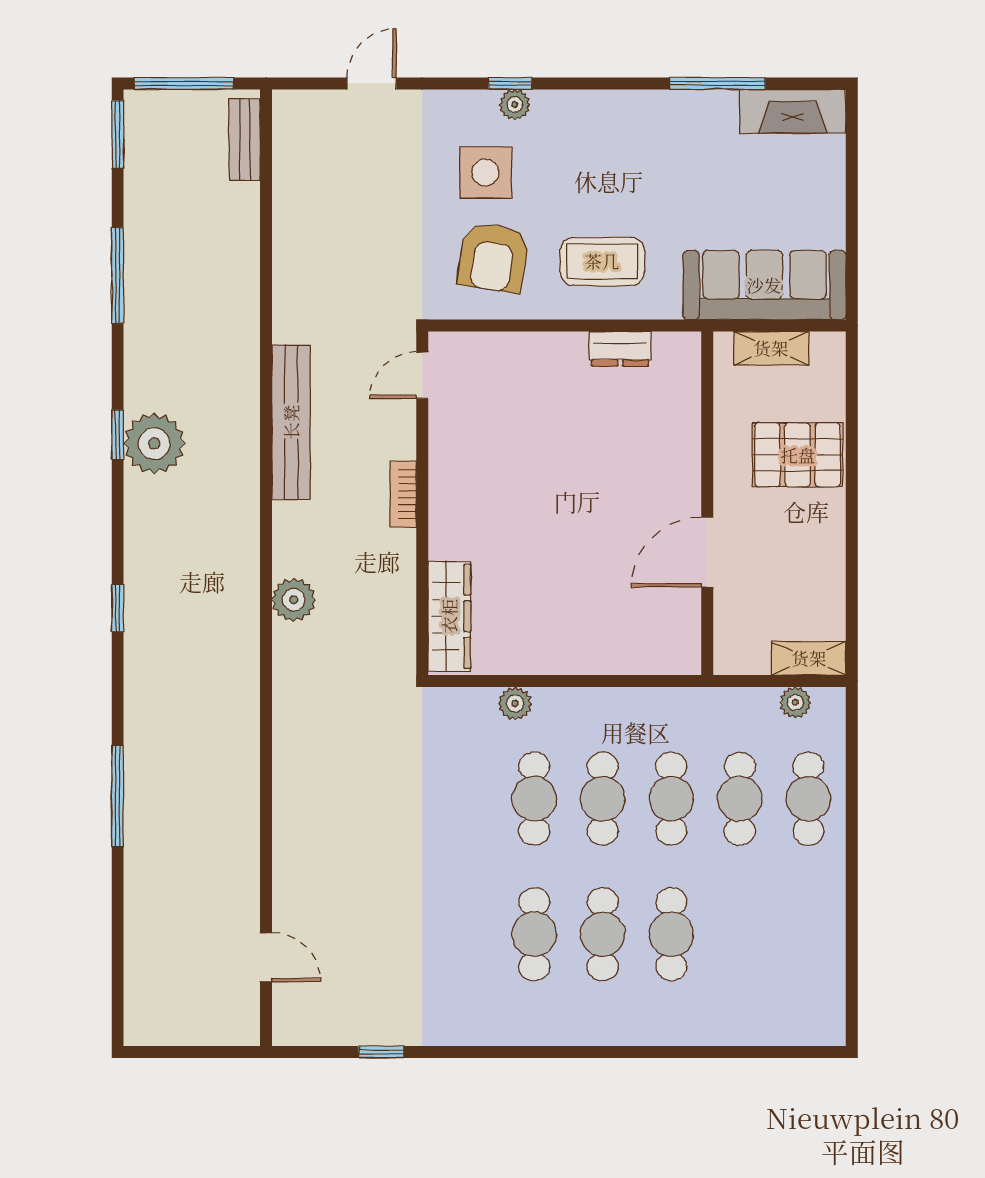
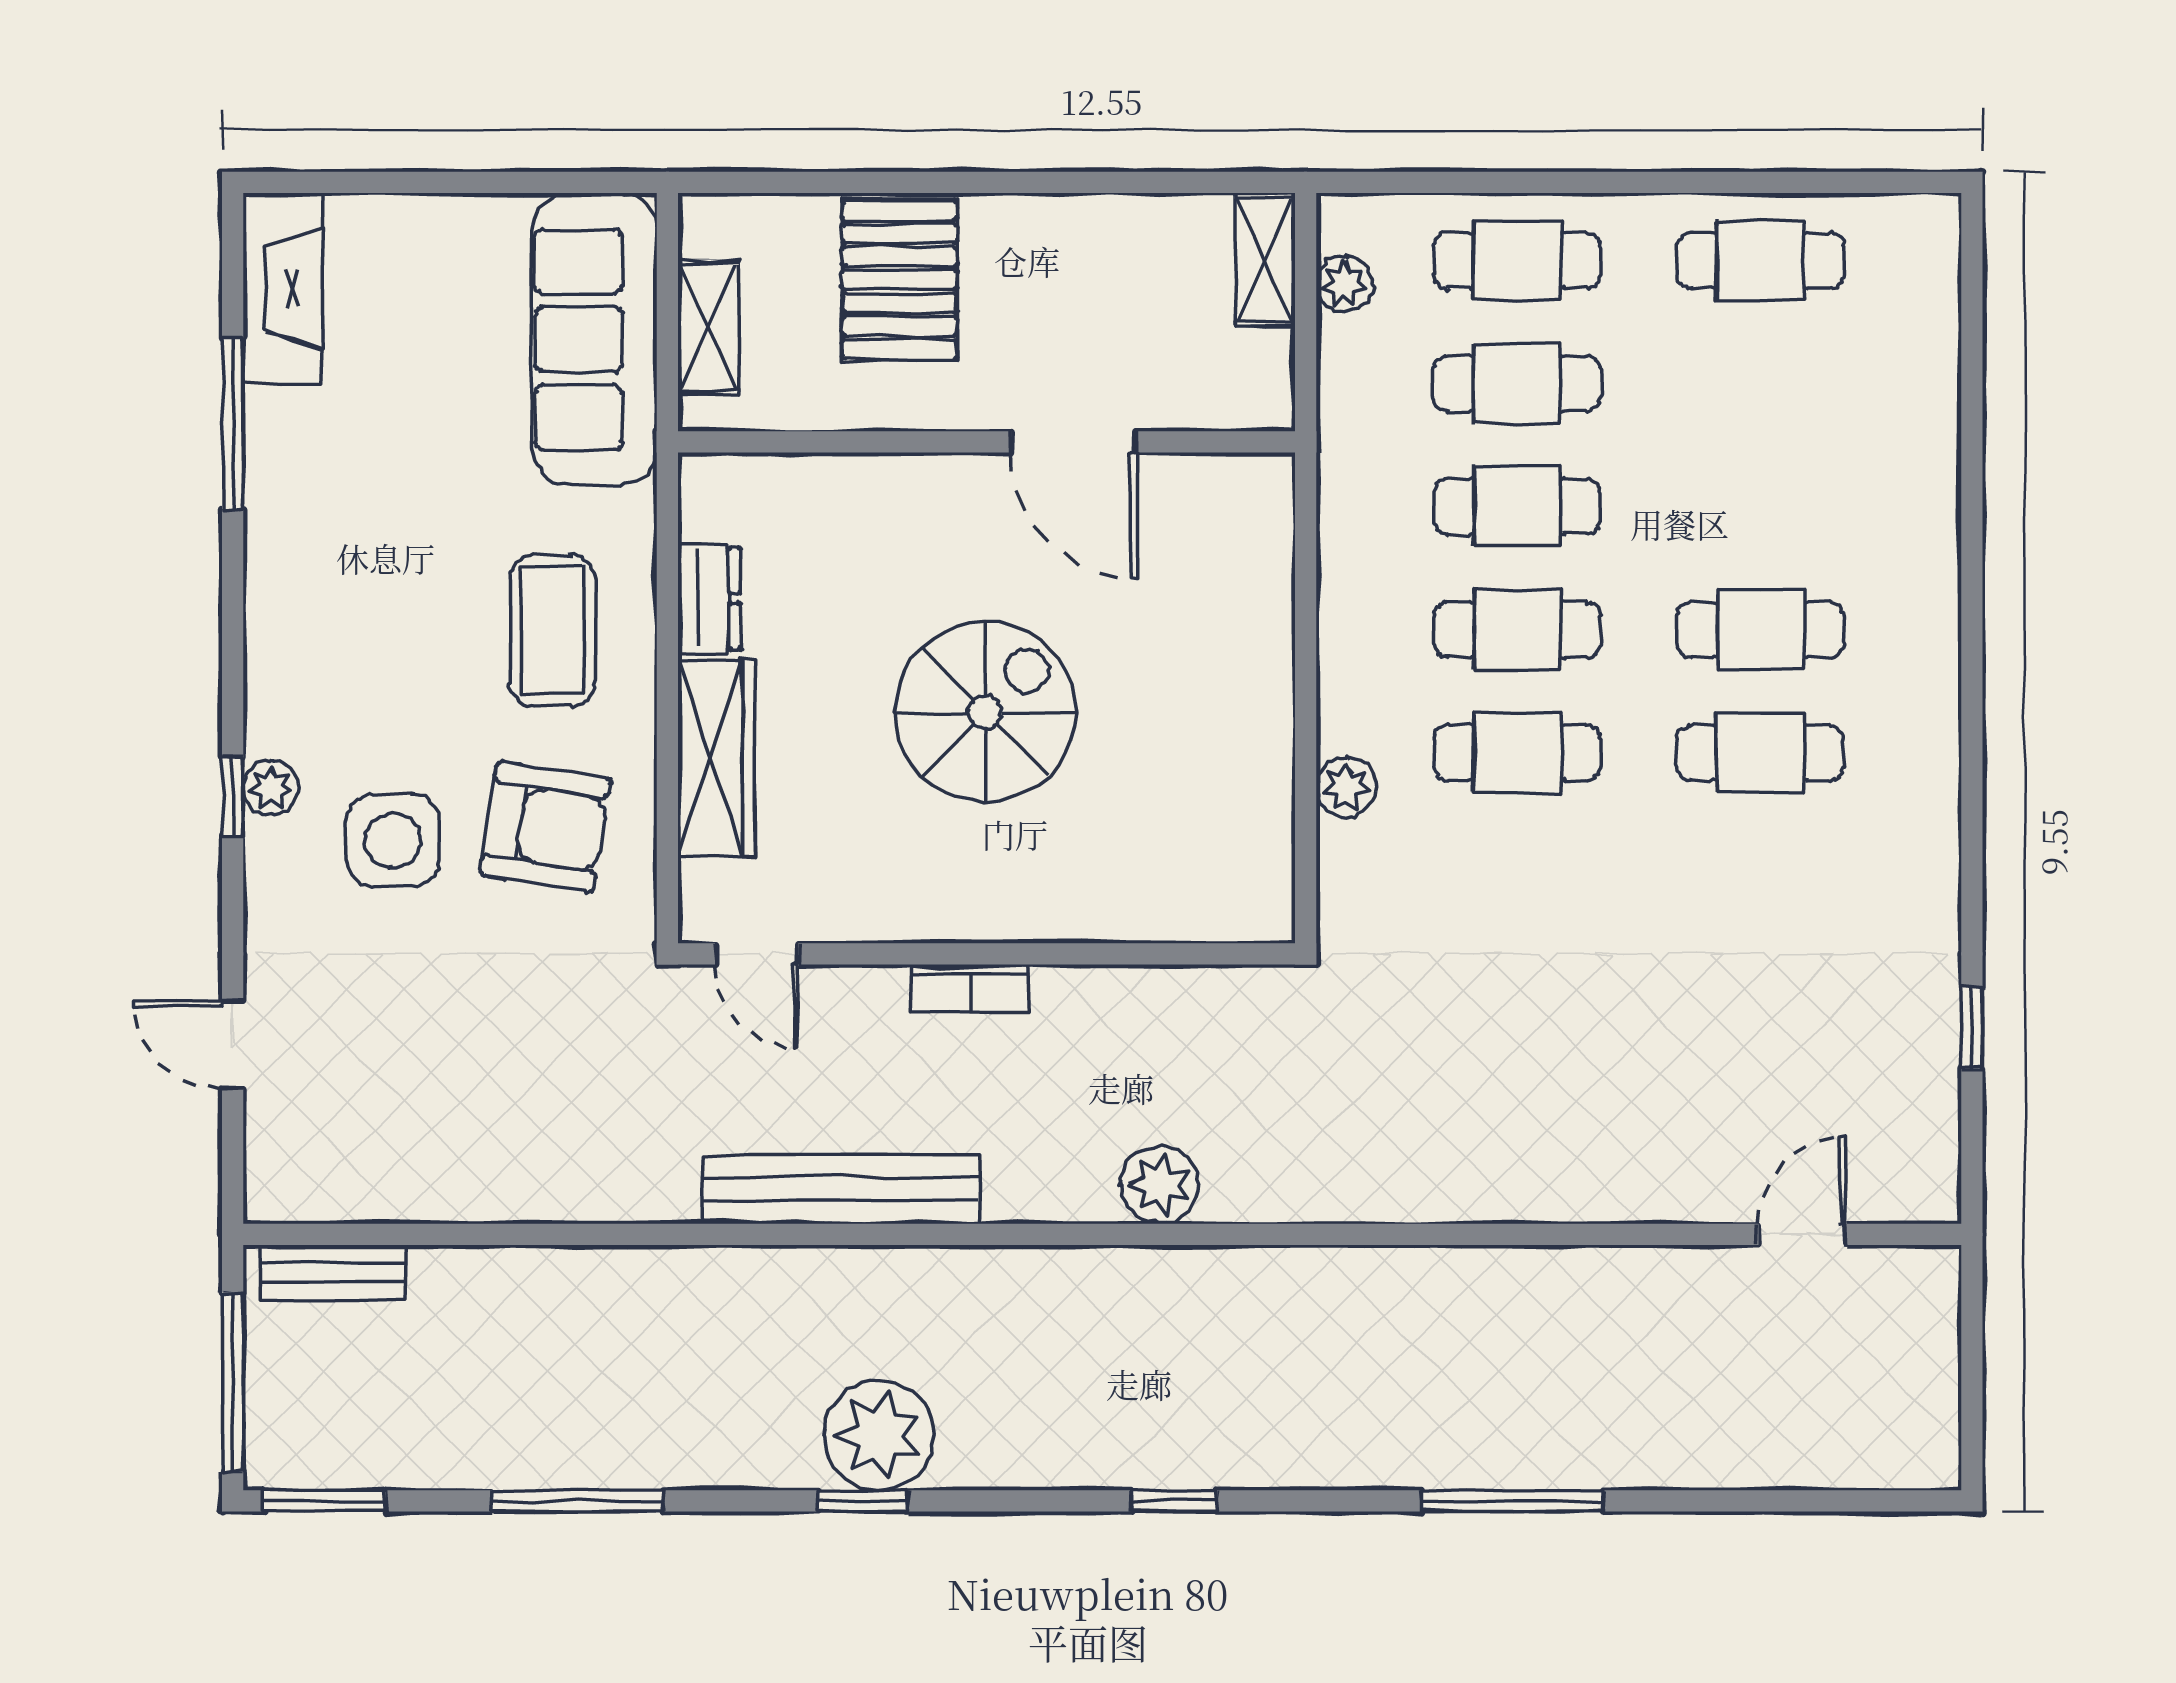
spiral stairs: (557, 503) -> (985, 712), added
wardrobe: (449, 616) -> (716, 758), moved, turned 90
cafe table: (671, 934) -> (1760, 260), moved

